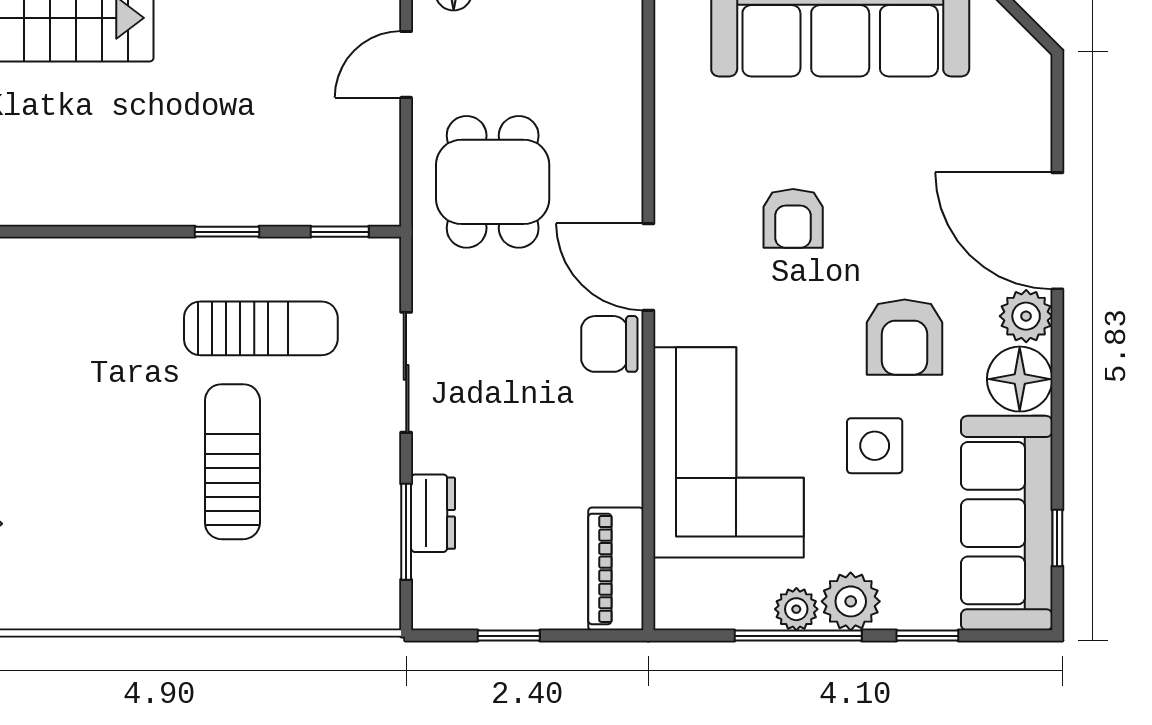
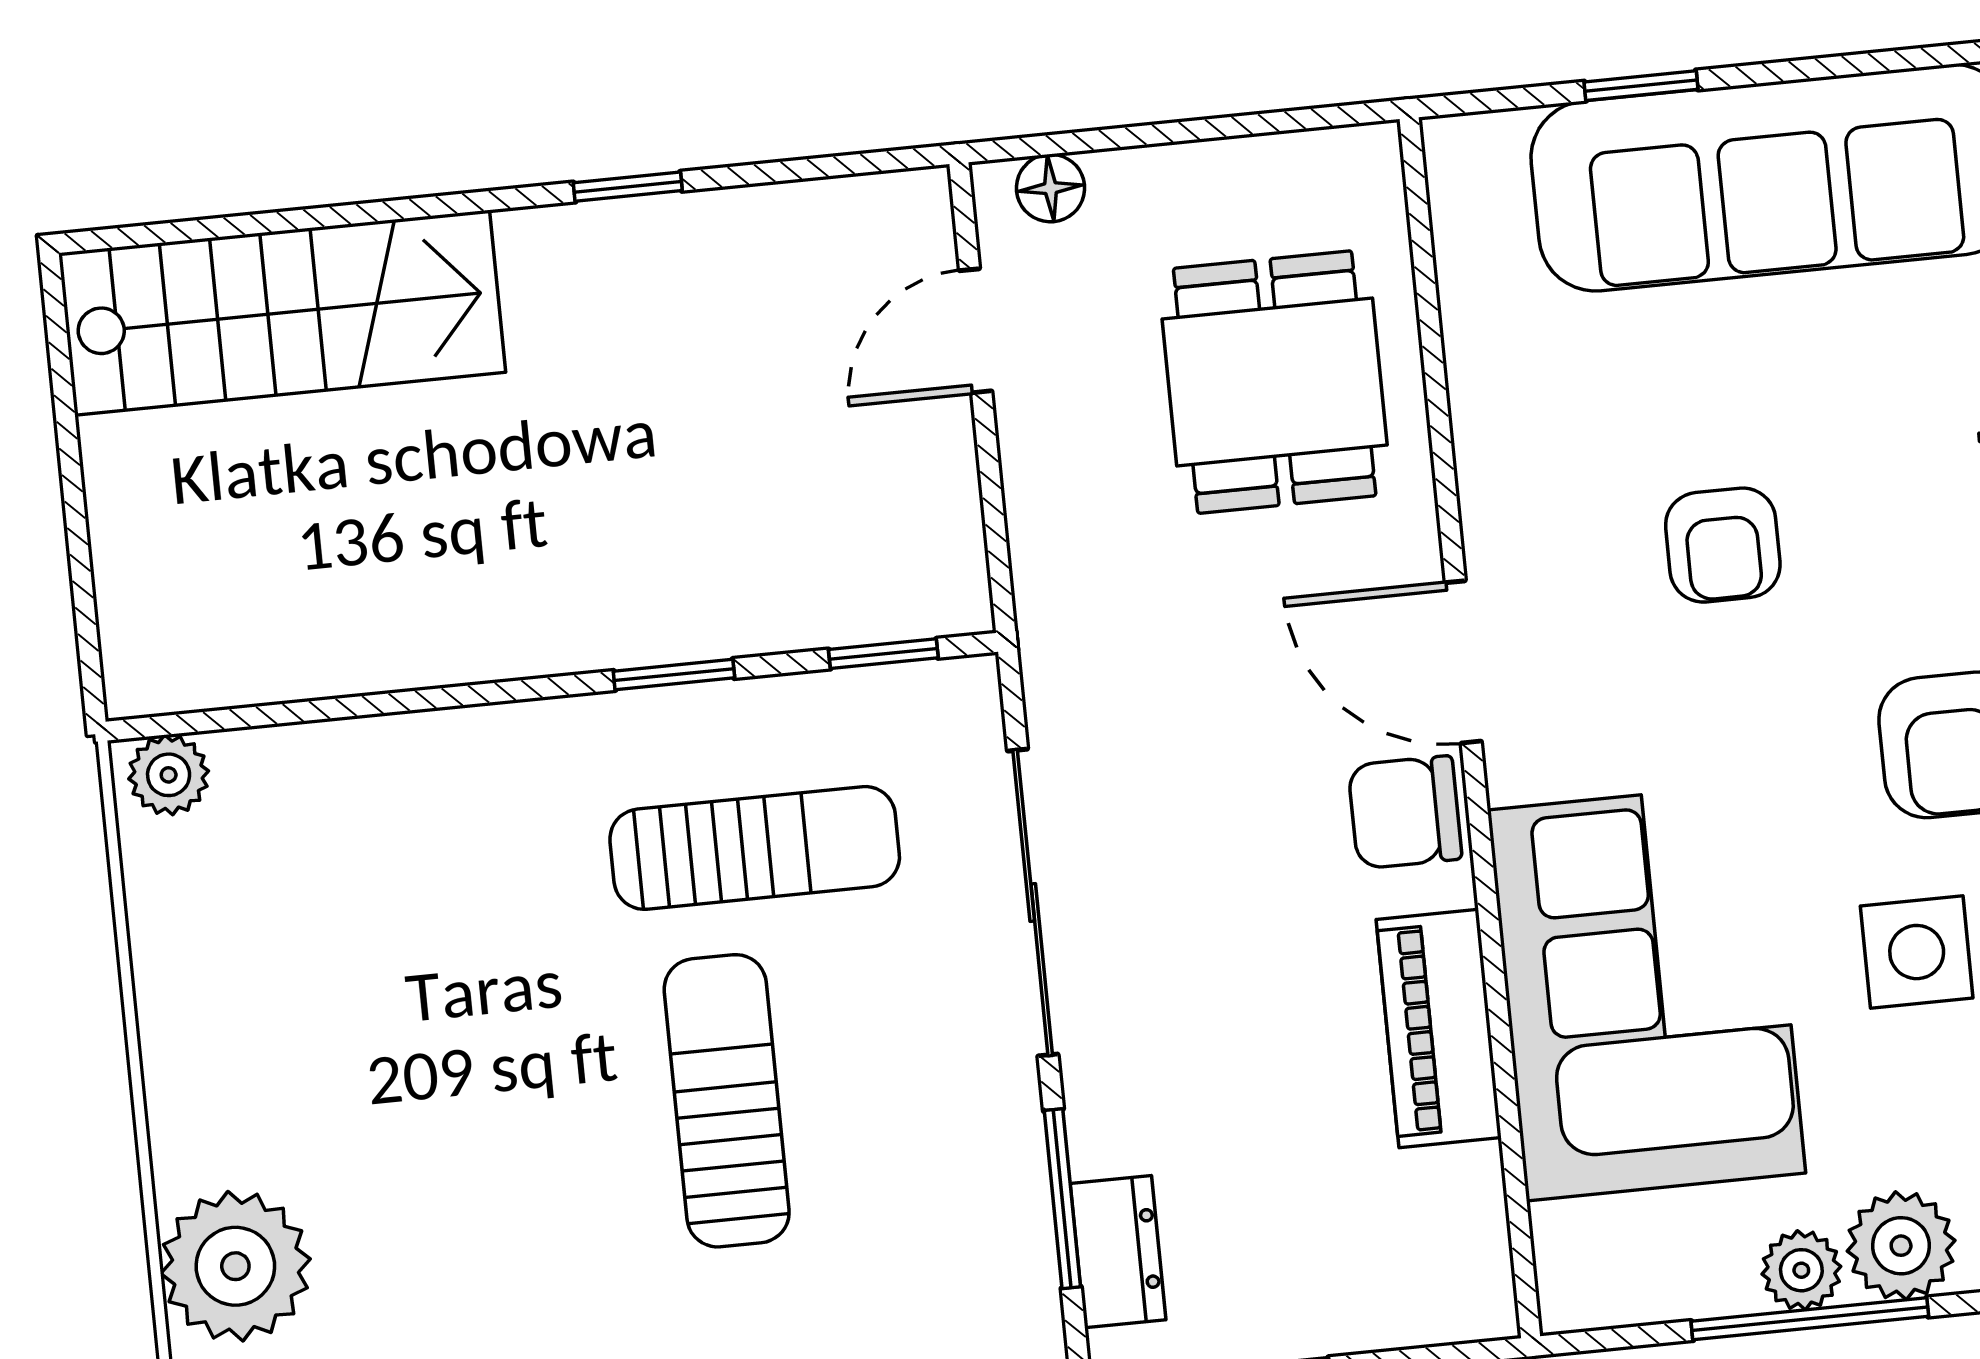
dining table: (493, 182) -> (1275, 382), moved
sliding door: (406, 372) -> (1033, 903), width x1.37
dresser: (433, 513) -> (1118, 1252), moved
piano: (616, 569) -> (1439, 1028), moved

